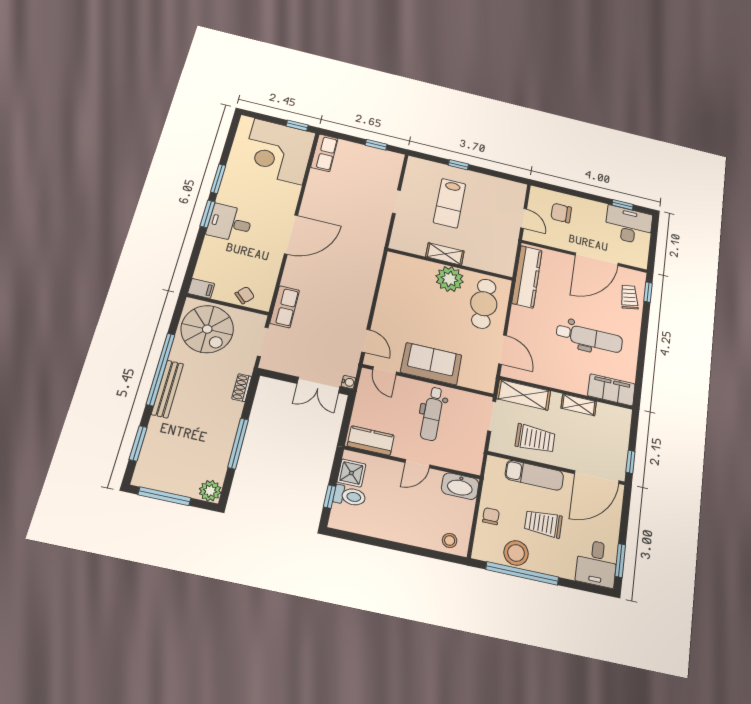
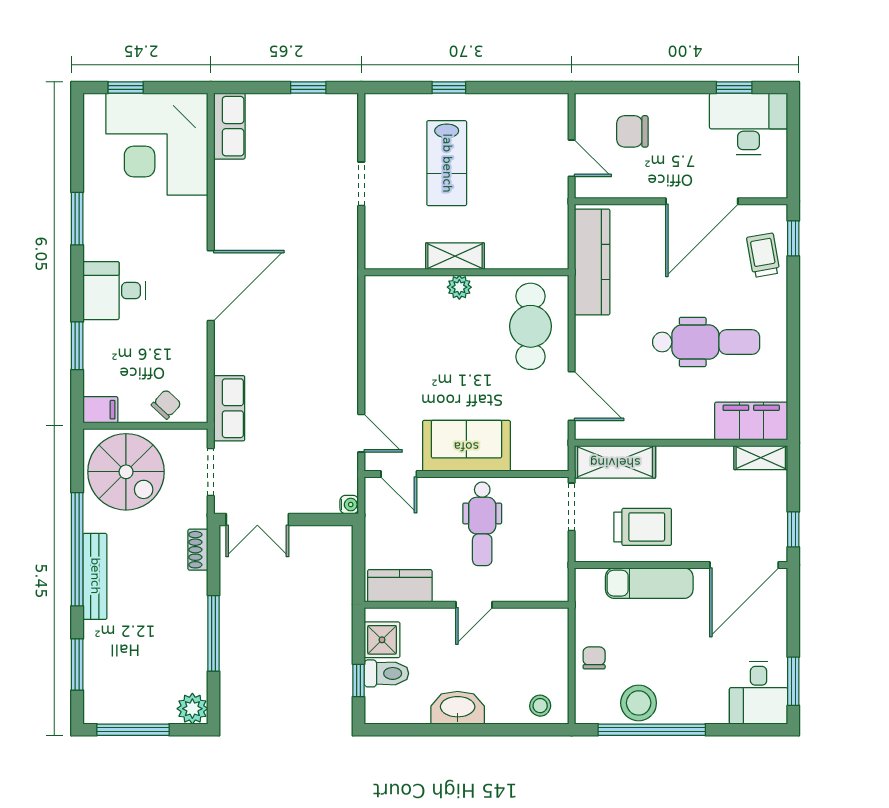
window: (297, 125) -> (126, 87), moved
window: (208, 214) -> (77, 346), moved
plant: (450, 279) -> (459, 287), width x0.53, depth x0.53
double door: (318, 385) -> (257, 519), moved
shelving: (579, 405) -> (761, 458), moved
washbasin: (460, 486) -> (458, 708), moved, turned 180
trolley: (543, 523) -> (673, 652), removed

